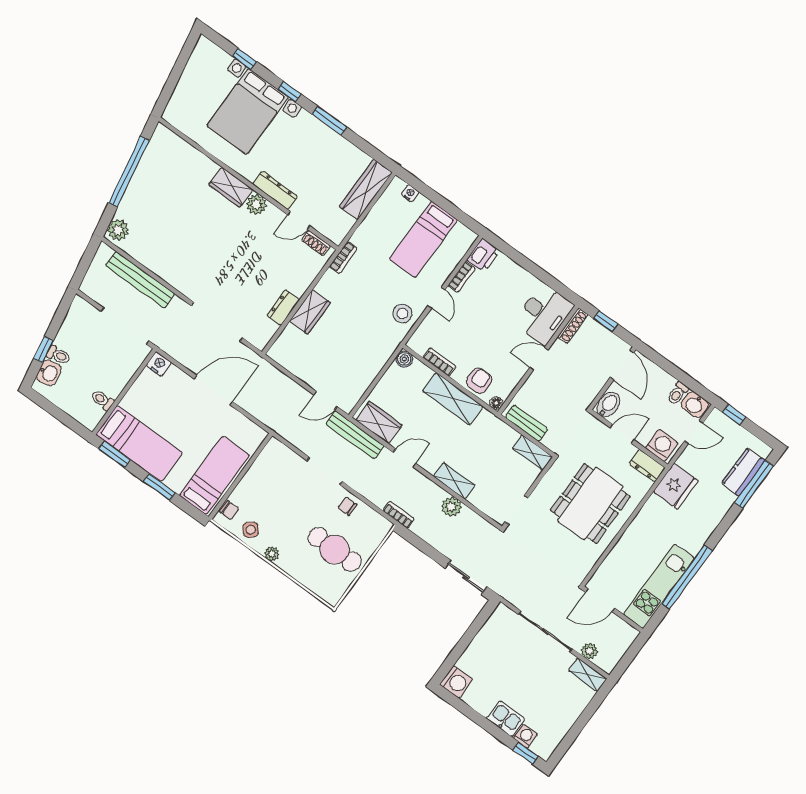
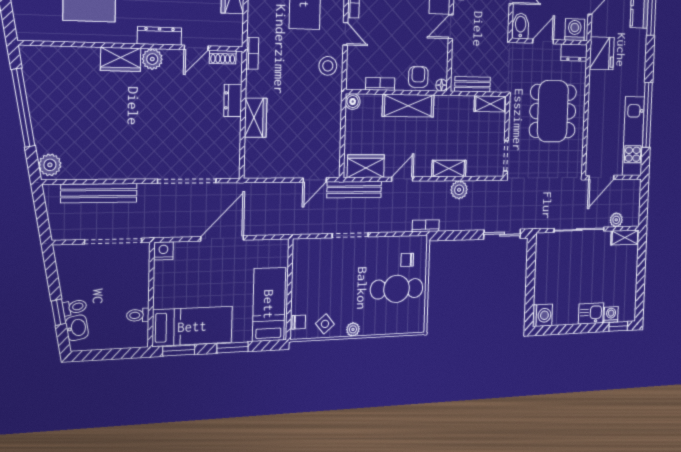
dresser: (283, 308) -> (233, 100), moved
chair: (347, 506) -> (407, 260), moved

